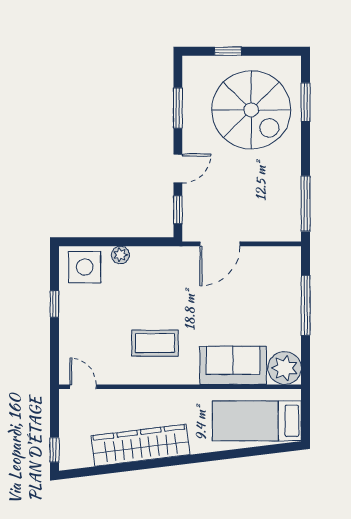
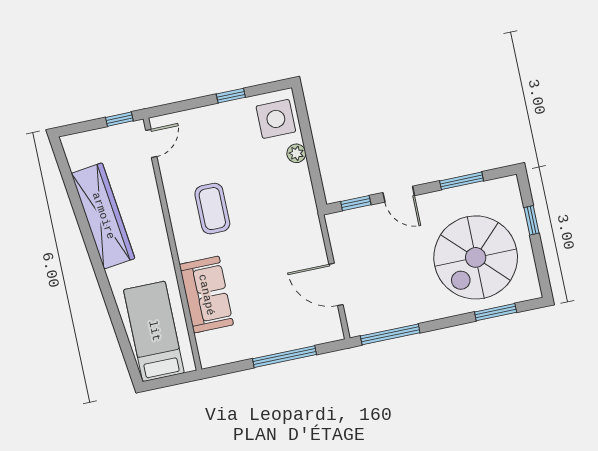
door: (220, 244) -> (336, 284), moved
plant: (285, 368) -> (215, 349), removed
window: (54, 450) -> (119, 119), moved

